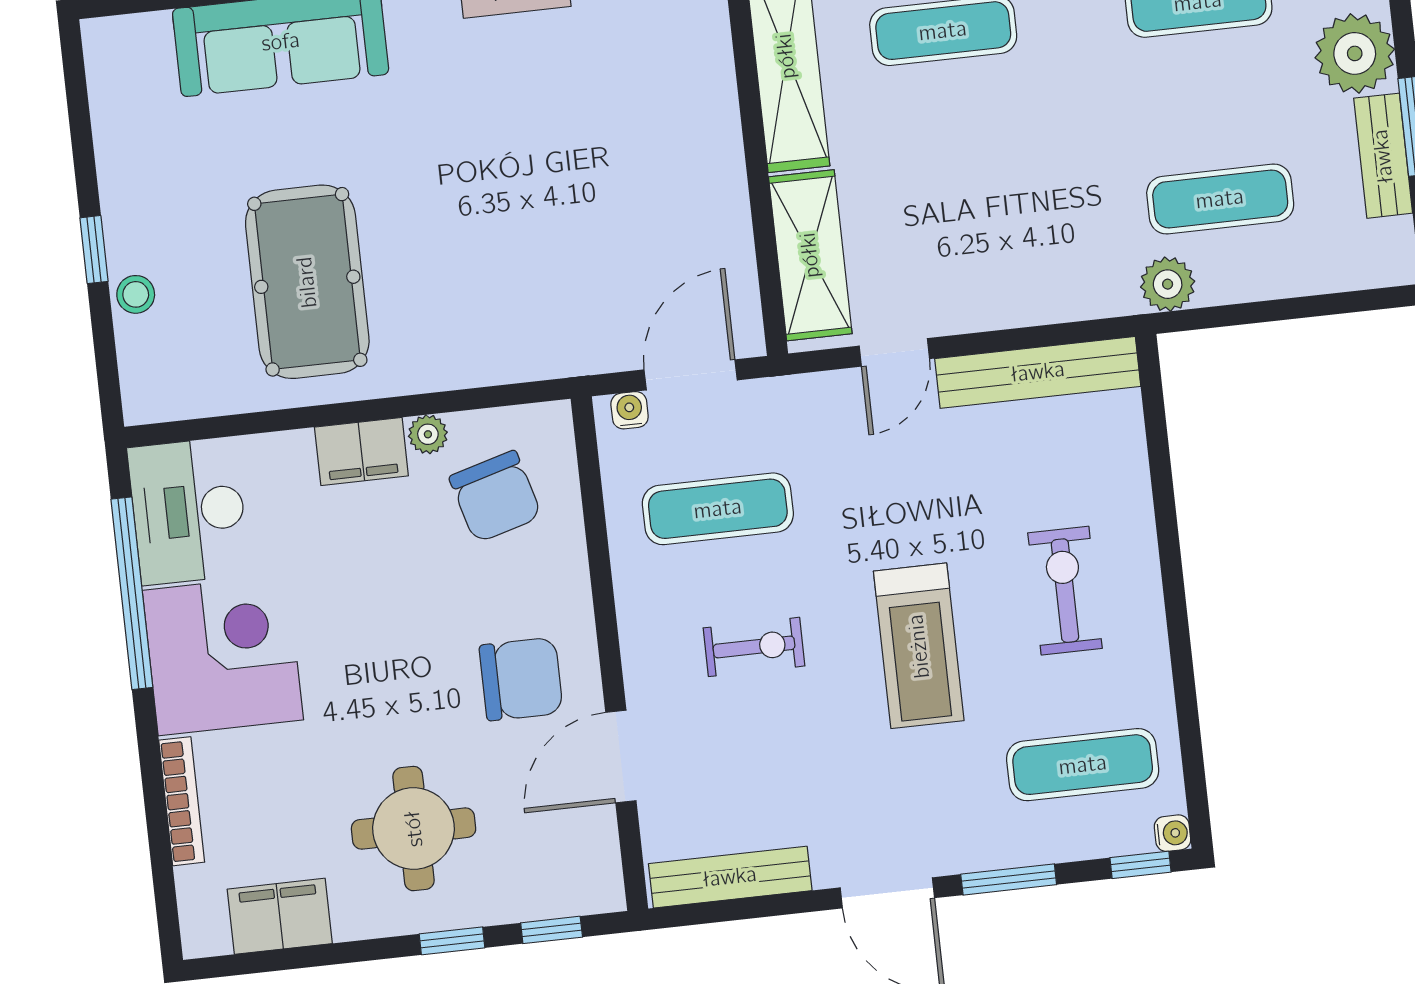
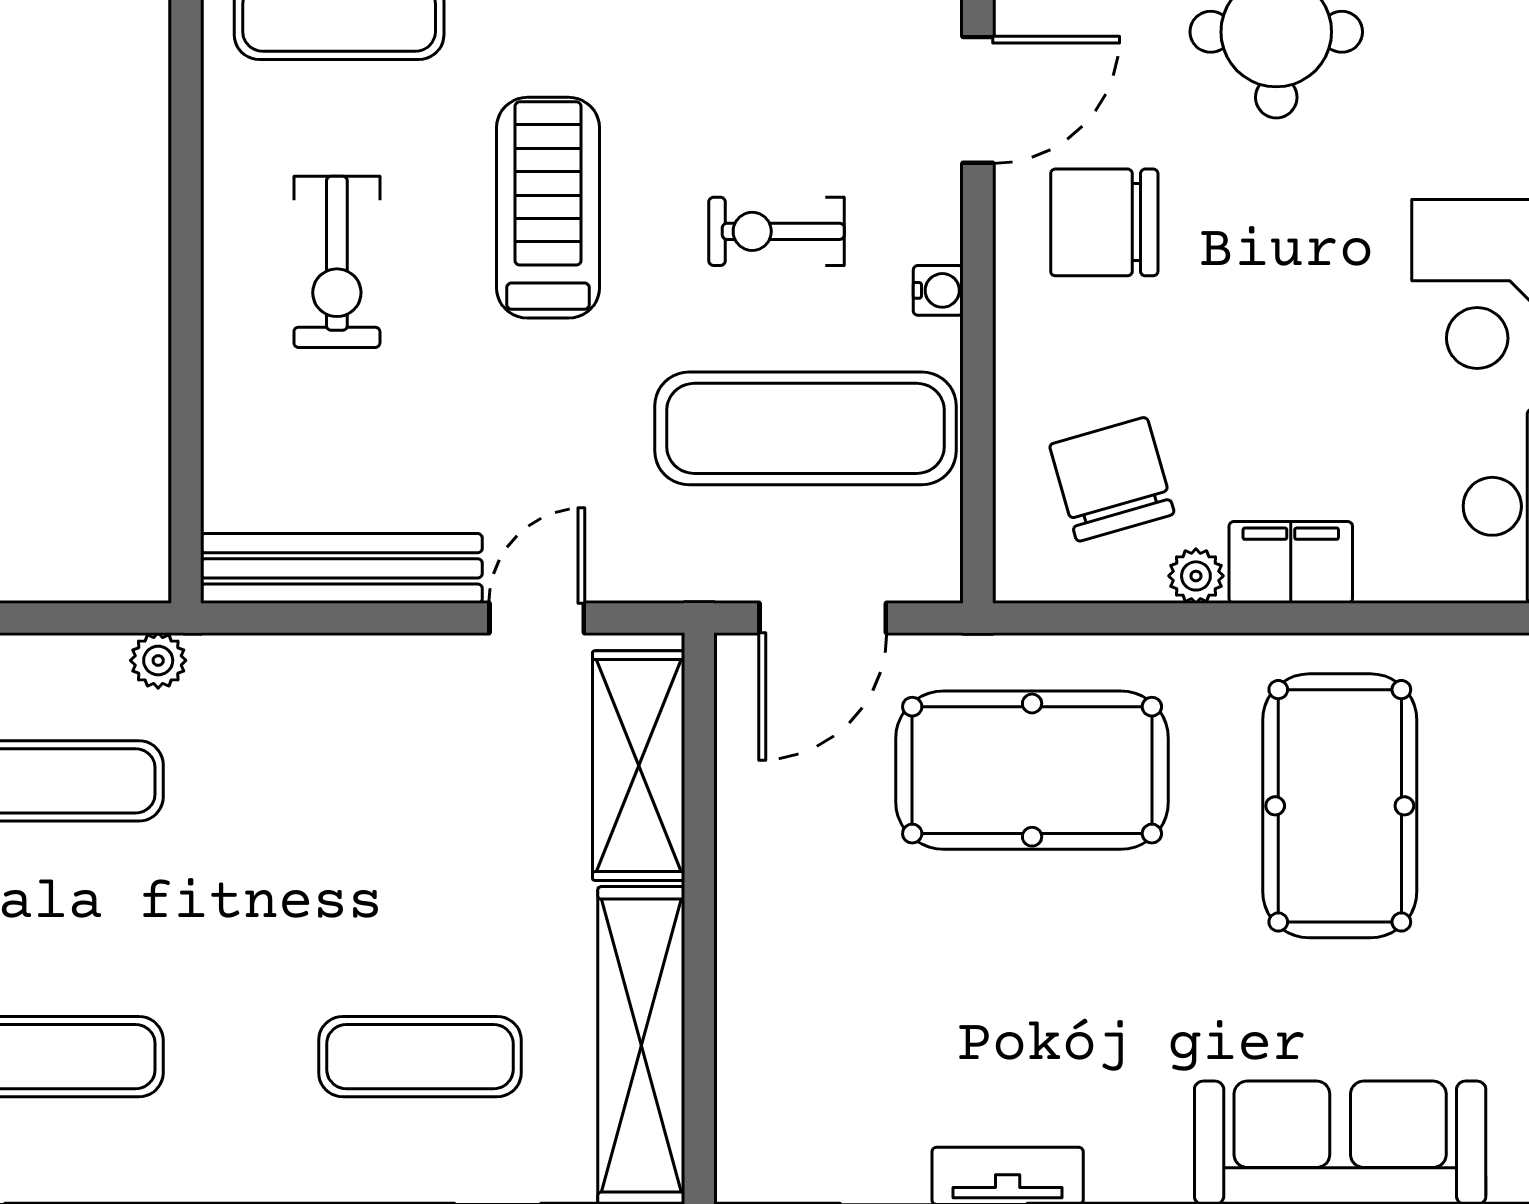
pool table: (529, 283) -> (1032, 770), added
plant: (1168, 284) -> (158, 660), width x0.73, depth x0.73
water cooler: (630, 410) -> (938, 290), moved, turned -90
exercise mat: (718, 509) -> (806, 428), width x1.36, depth x1.45

